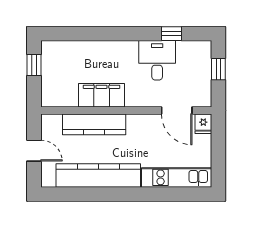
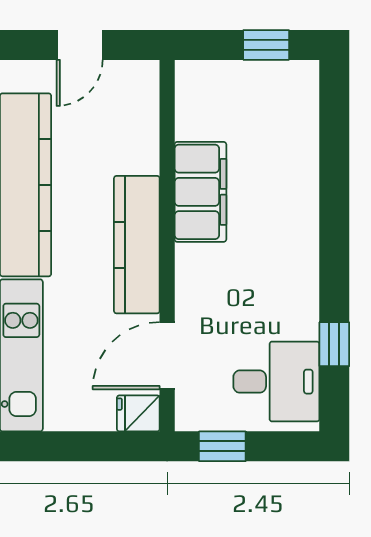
desk: (157, 60) -> (276, 382), moved
window: (218, 69) -> (222, 446), moved
kitchen counter: (94, 124) -> (137, 245), moved

